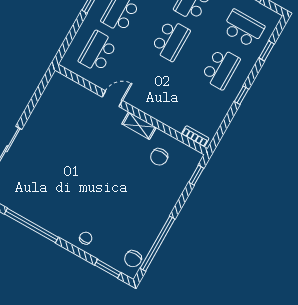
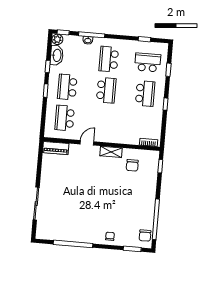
piano: (67, 86) -> (56, 148), added

